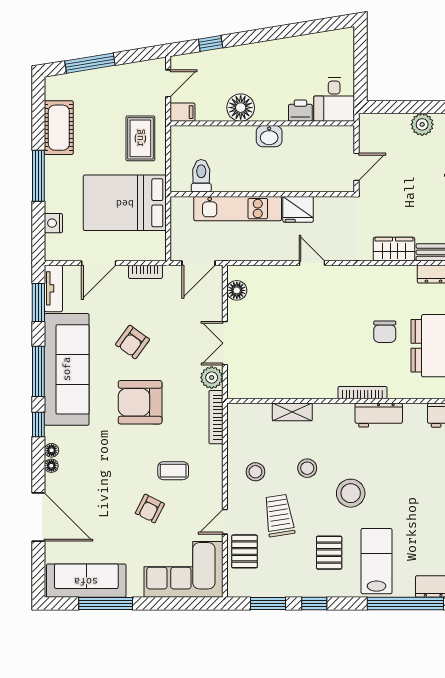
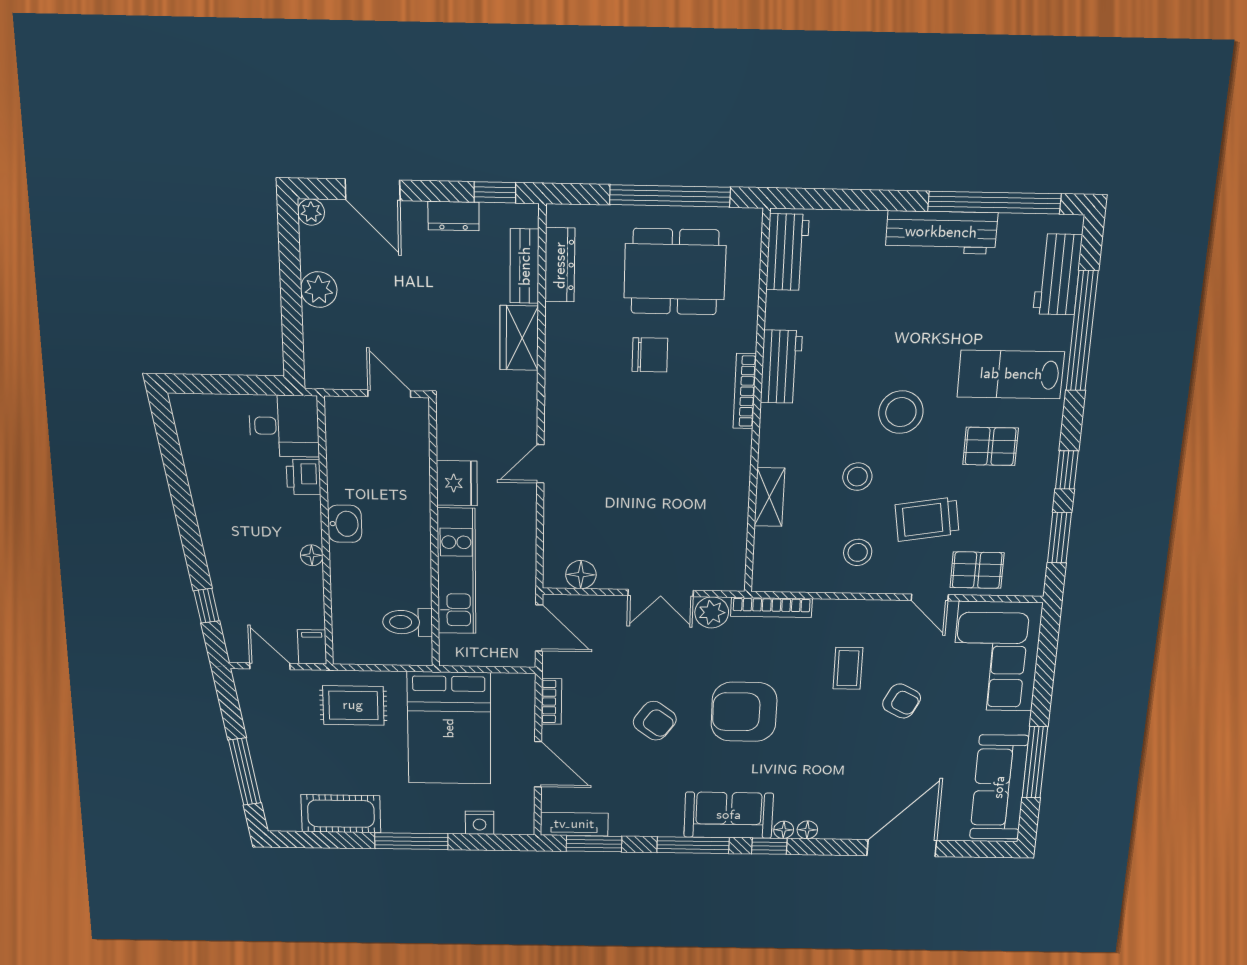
floor lamp: (241, 108) -> (312, 555), width x0.53, depth x0.53
sofa: (67, 369) -> (729, 815), width x0.54, depth x0.79
armchair: (140, 402) -> (744, 712), turned 90
floor lamp: (51, 466) -> (784, 830), moved

